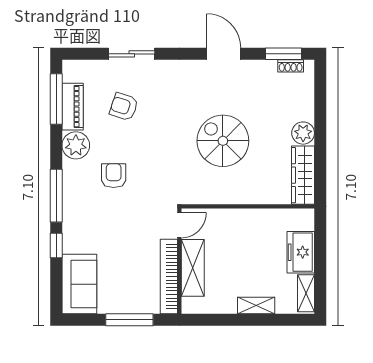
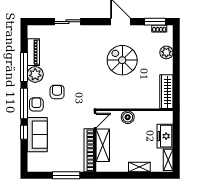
window: (56, 99) -> (24, 67), moved
armchair: (124, 107) -> (36, 104), moved, turned 72
plant: (303, 133) -> (166, 52), moved
spiral stairs: (223, 141) -> (122, 60), moved
boiler: (236, 219) -> (128, 117), added
sofa: (79, 284) -> (37, 135), moved

